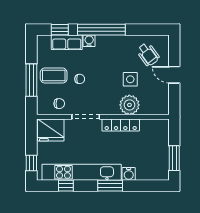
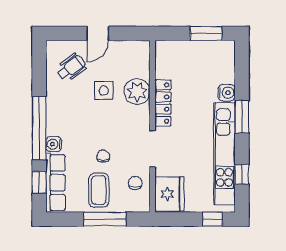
row of seats: (67, 42) -> (56, 183), width x1.48

